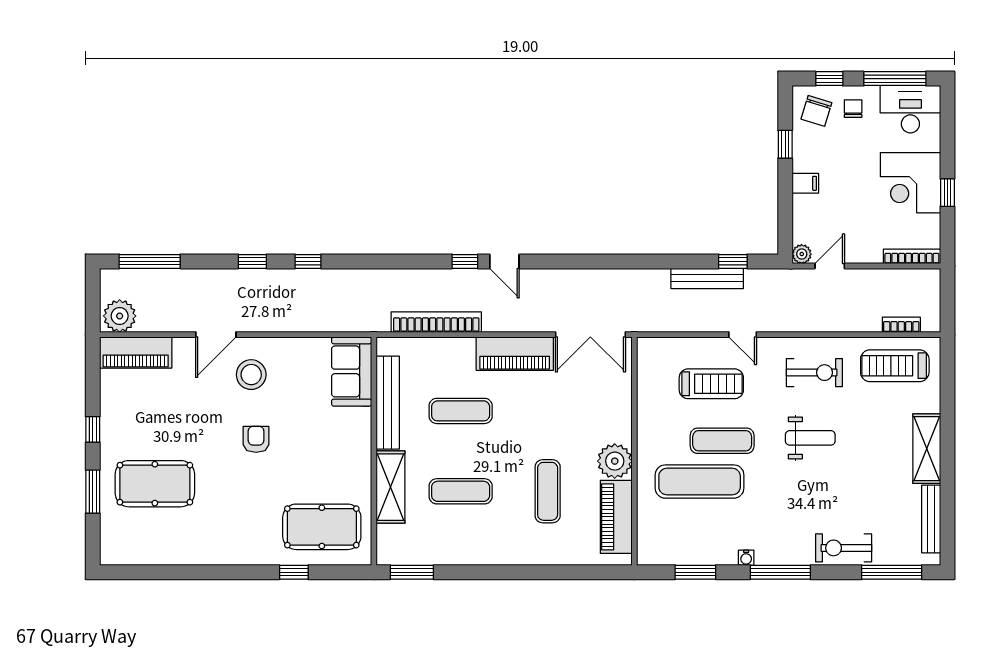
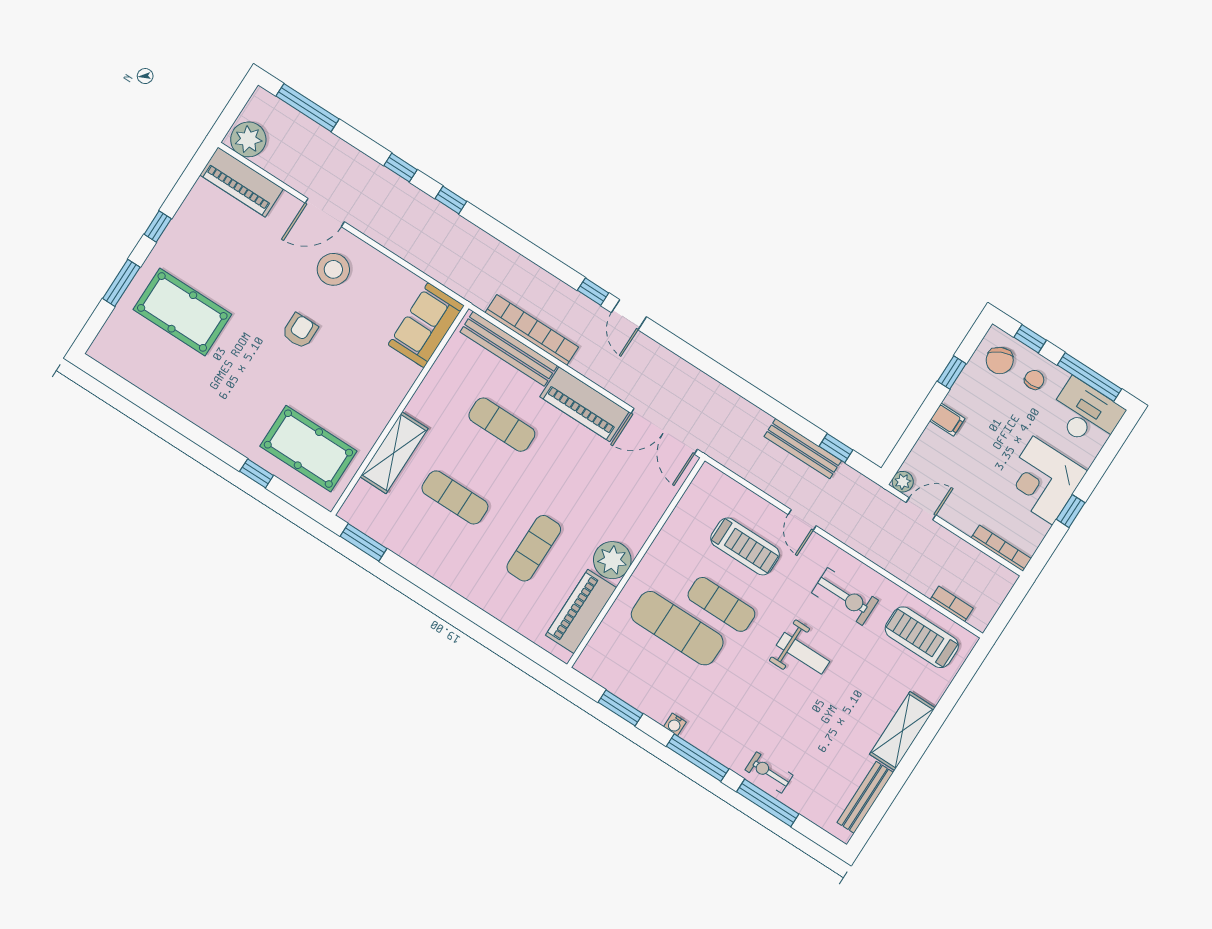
chair: (816, 111) -> (1000, 361), turned -42
bench: (388, 403) -> (509, 349), moved, turned 90
exercise bike: (844, 548) -> (769, 773), width x0.73, depth x0.72
window: (892, 572) -> (768, 803), moved

